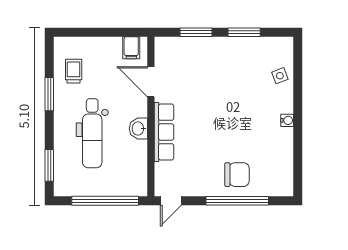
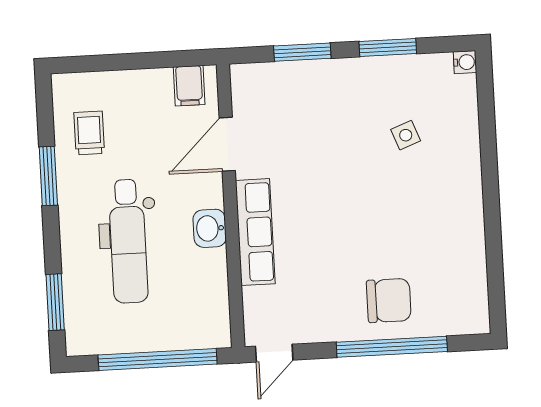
side table: (280, 76) -> (406, 135), moved
door: (151, 82) -> (227, 144), hinge flipped
water cooler: (287, 120) -> (465, 62), moved

